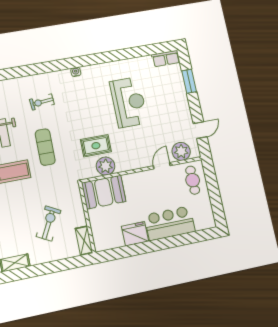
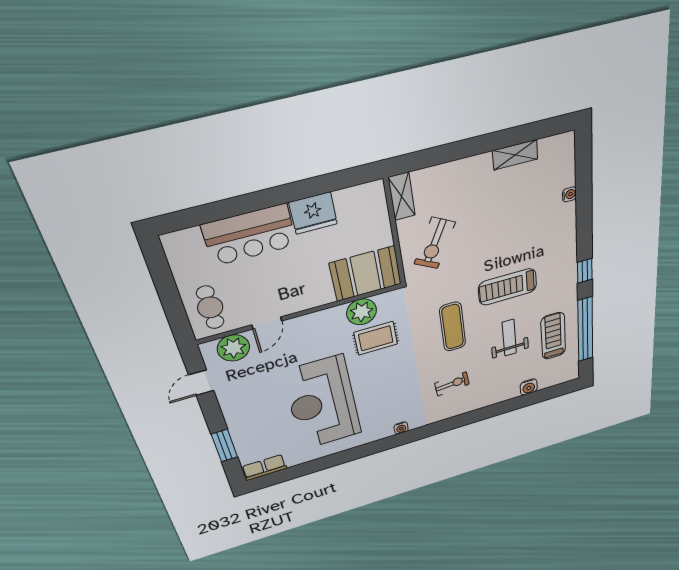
reception desk: (129, 102) -> (323, 403), width x1.36, depth x1.30
exercise bike: (49, 223) -> (435, 243), moved

